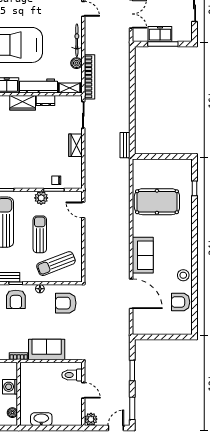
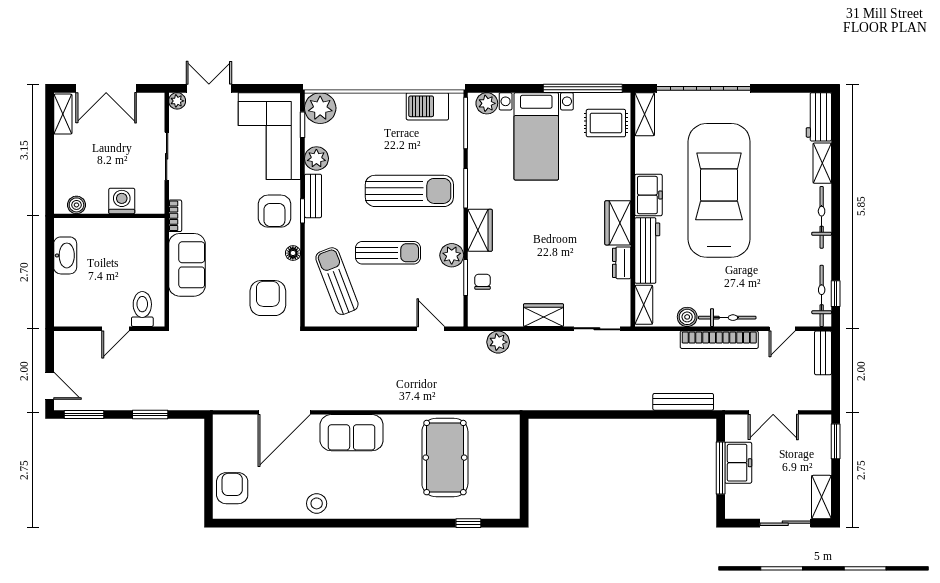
bookcase: (90, 77) -> (719, 340), moved
bench: (125, 145) -> (683, 402), moved, width x1.36
wardrobe: (27, 182) -> (480, 230), added
door: (83, 210) -> (431, 329), hinge flipped
armchair: (16, 299) -> (274, 211), turned -90
armchair: (181, 302) -> (232, 488), moved
plant: (91, 419) -> (498, 342), moved

